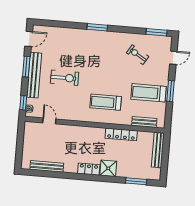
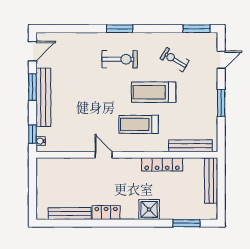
exercise bike: (65, 78) -> (120, 59), moved
treadmill: (149, 93) -> (154, 92), moved
door: (49, 121) -> (104, 155), moved
bench: (144, 122) -> (191, 146), width x1.36
locker: (89, 169) -> (106, 213), moved

